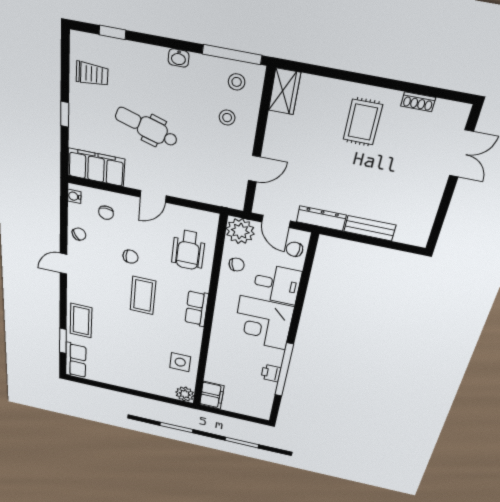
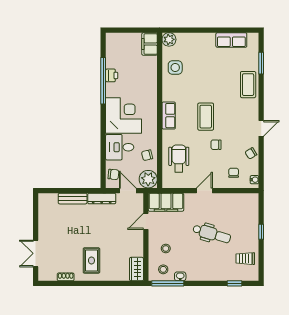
washbasin: (179, 58) -> (180, 276), moved
filing cabinet: (96, 167) -> (166, 202), moved
row of seats: (76, 360) -> (231, 40), moved, turned -90

